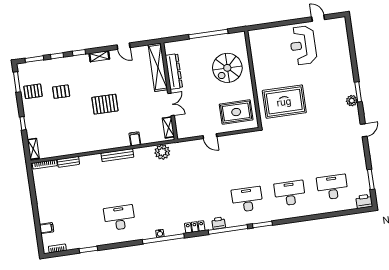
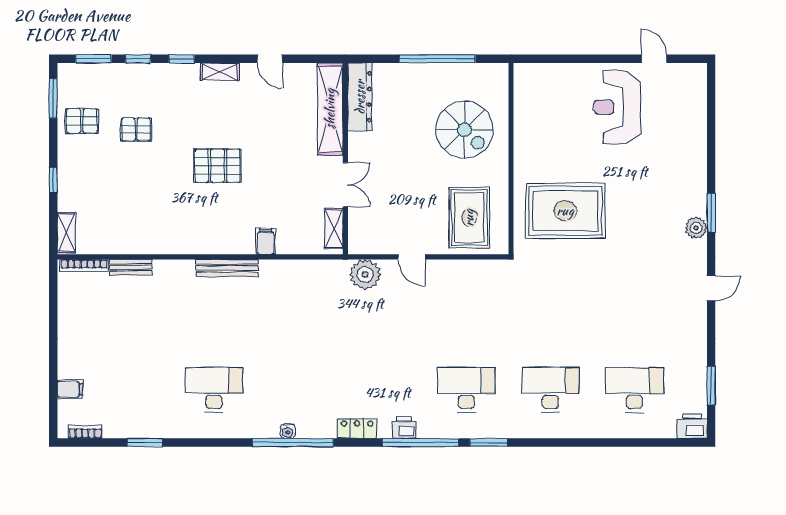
spiral stairs: (227, 68) -> (464, 130), turned -90
dresser: (174, 72) -> (360, 97), moved
rug: (236, 112) -> (469, 218), turned 90
plant: (162, 152) -> (365, 274), moved

